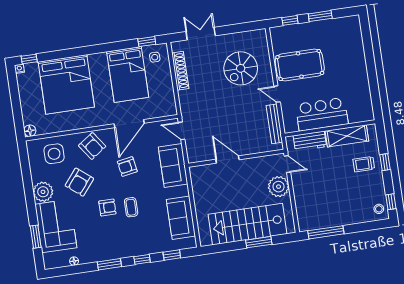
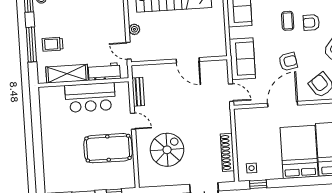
bed: (128, 74) -> (299, 152), moved
bench: (274, 124) -> (138, 92), width x0.73
window: (385, 162) -> (31, 44), width x2.17
trolley: (364, 164) -> (53, 44), turned 180
plant: (279, 187) -> (134, 29), width x0.53, depth x0.53

